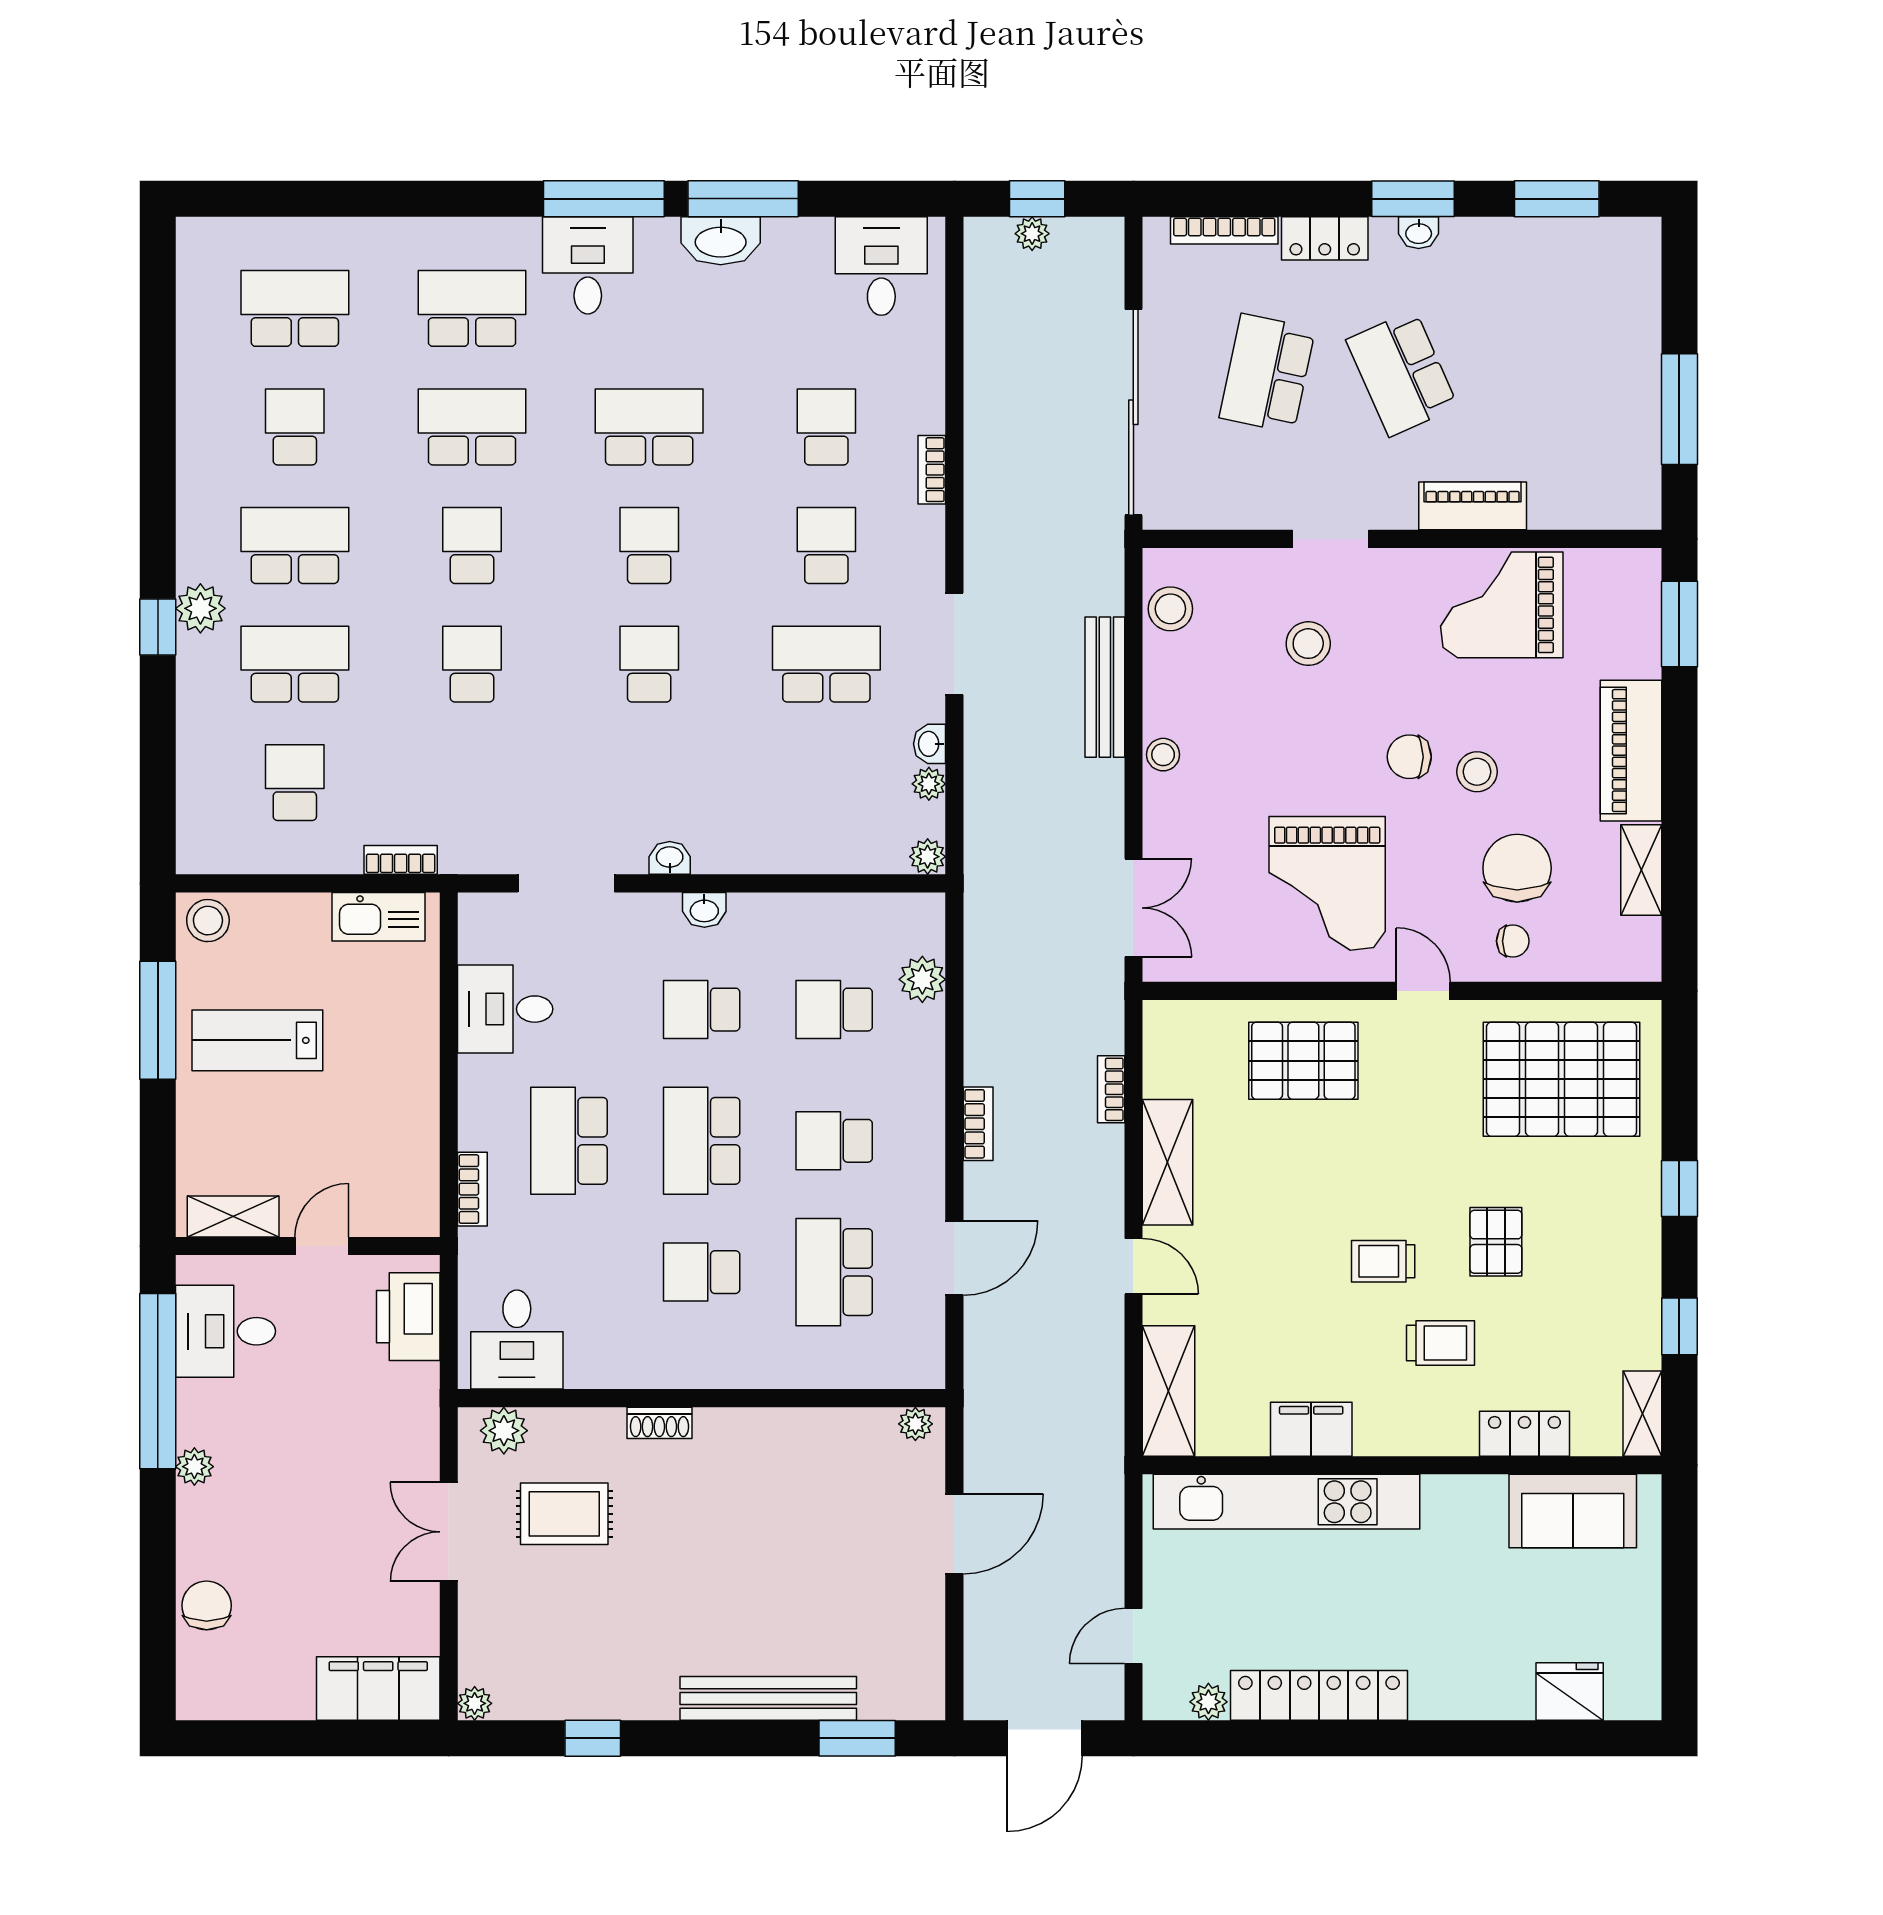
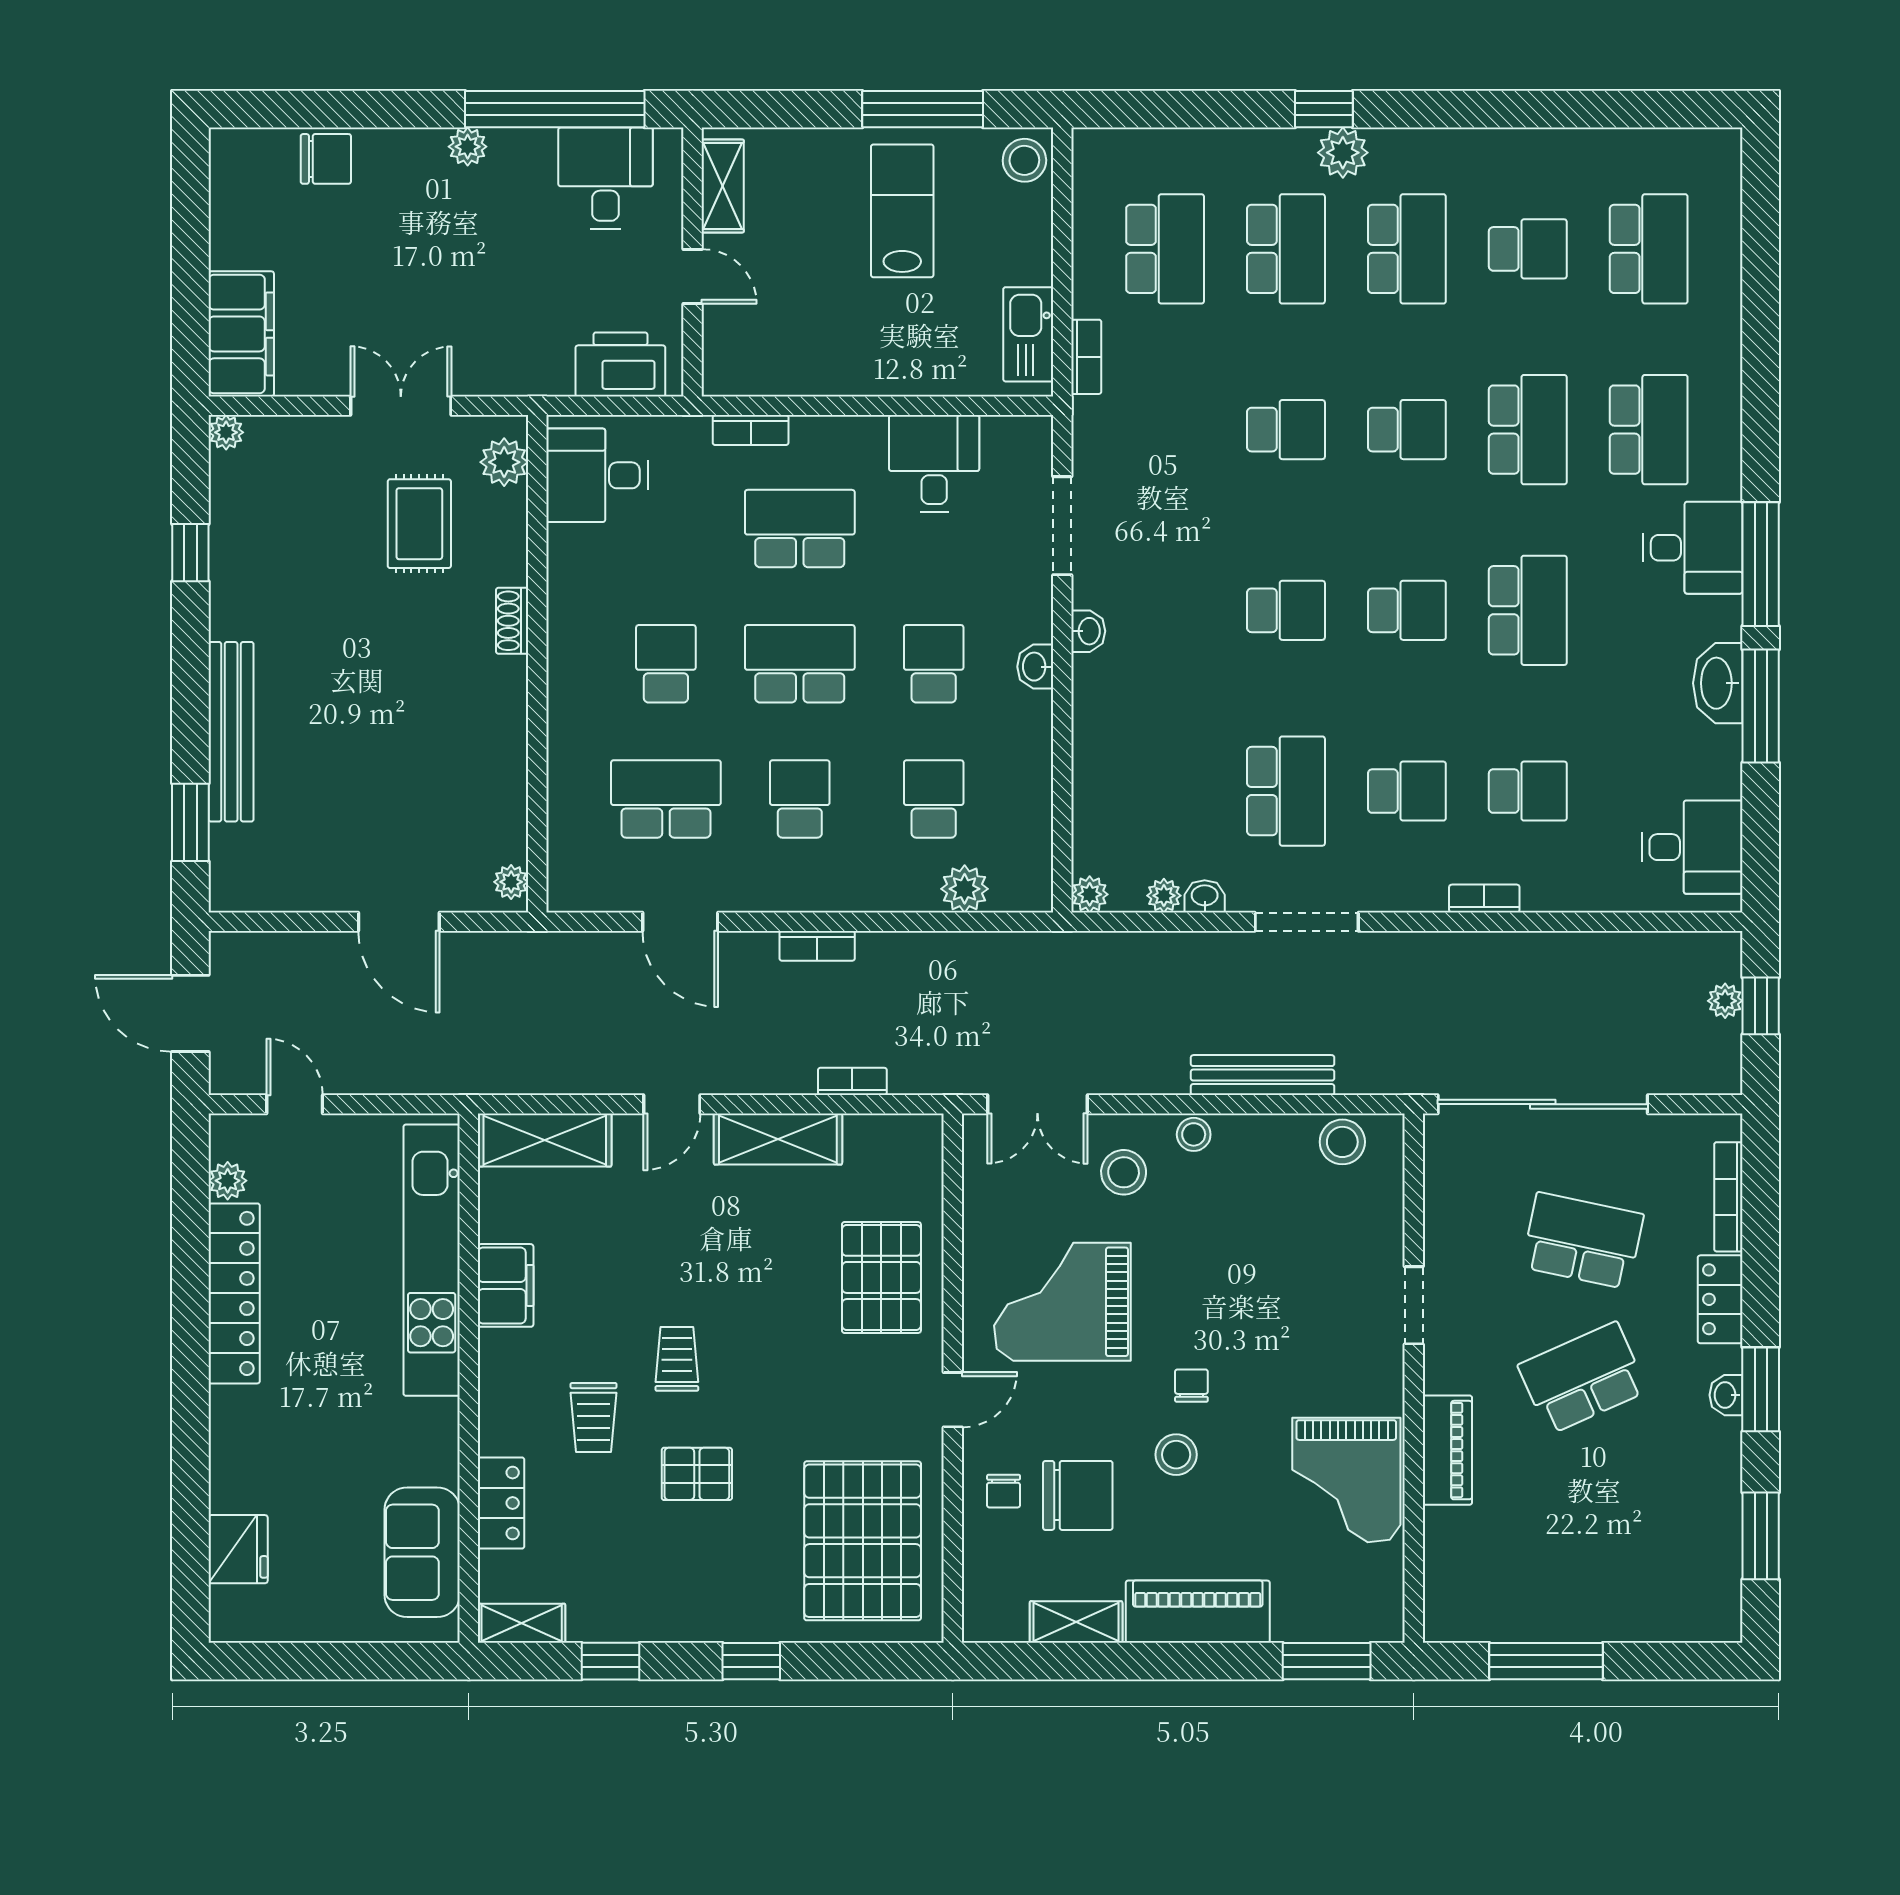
grand piano: (1502, 605) -> (1346, 1480), turned 180
stool: (1308, 644) -> (1124, 1172), moved
chair: (1409, 757) -> (1191, 1386), width x0.73, depth x0.73
school desk: (295, 783) -> (1165, 249), width x1.85

